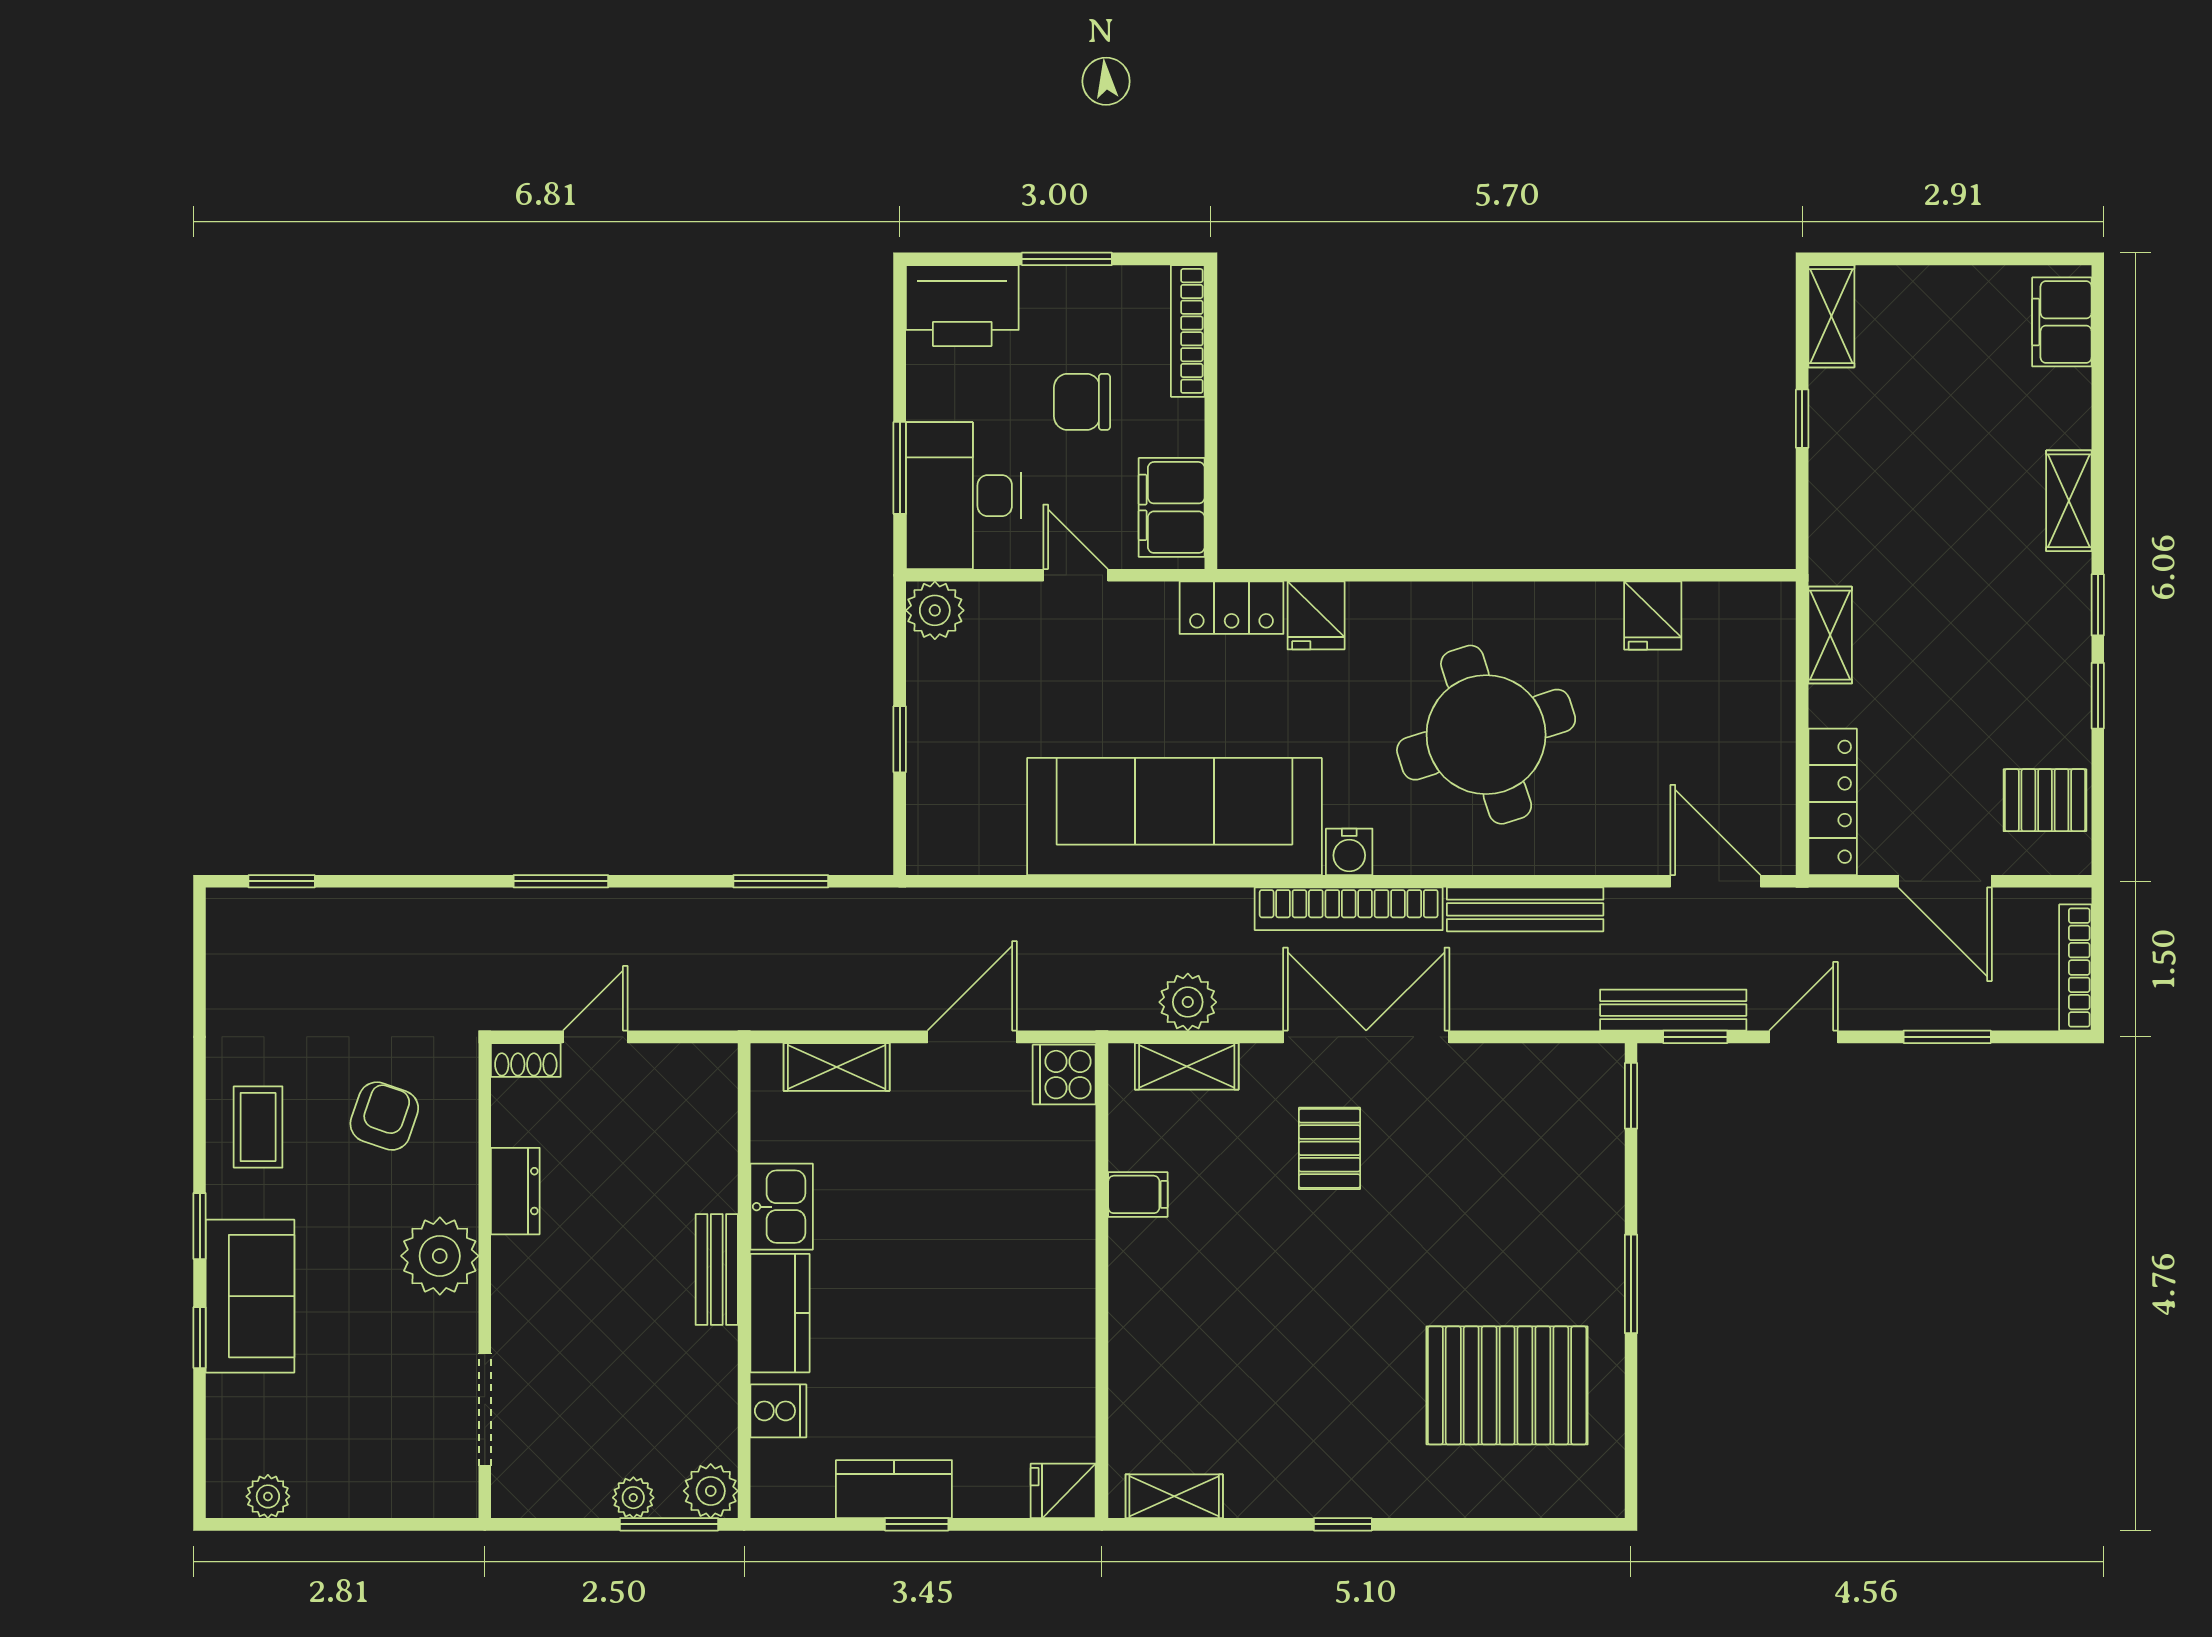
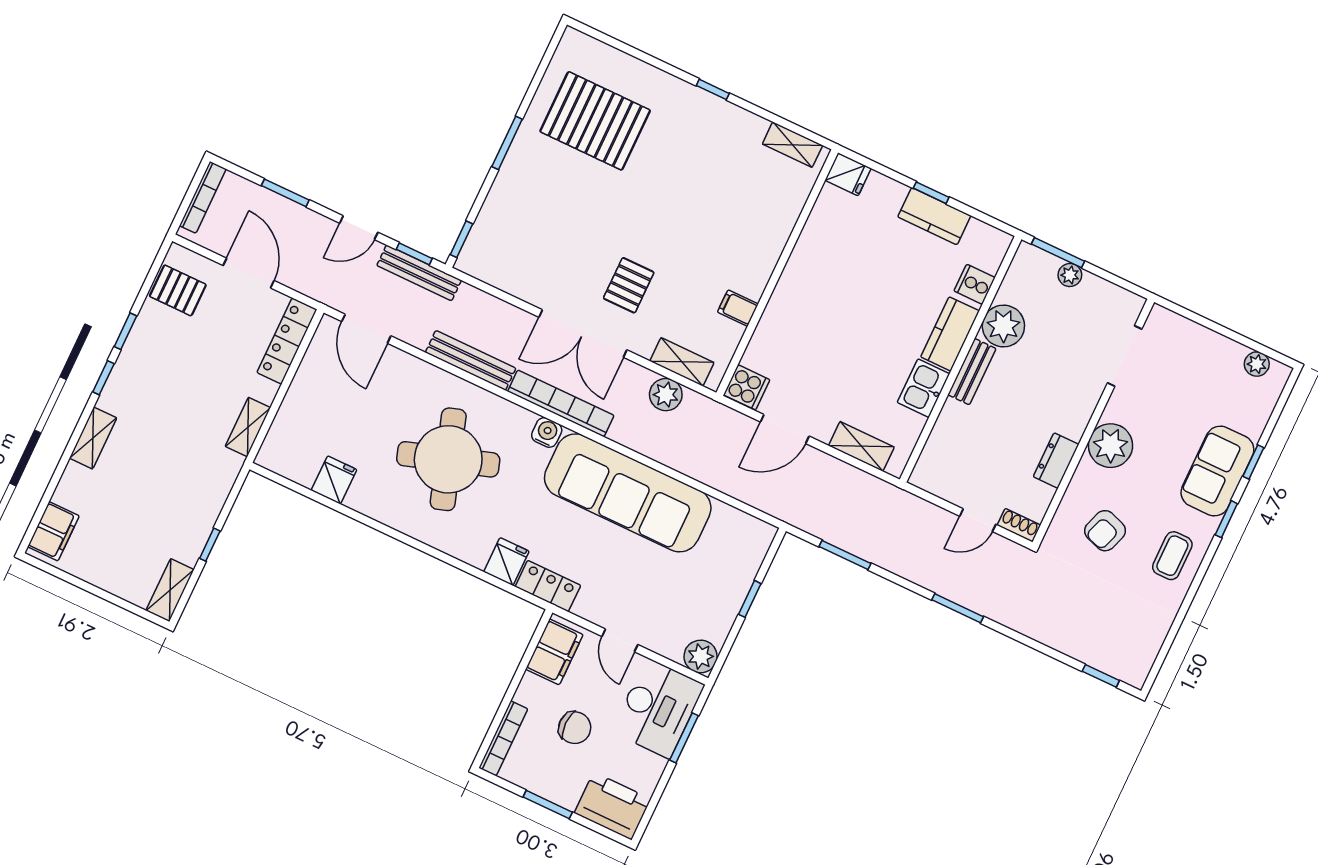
plant: (711, 1491) -> (1003, 326), moved, width x1.36, depth x1.36

